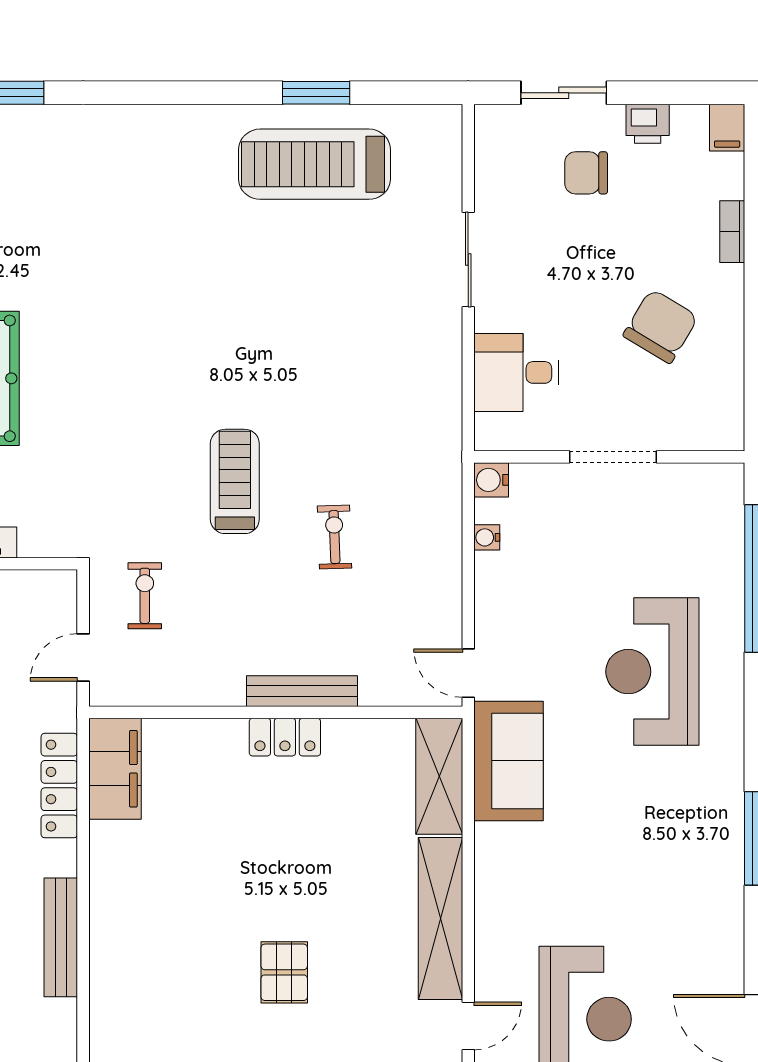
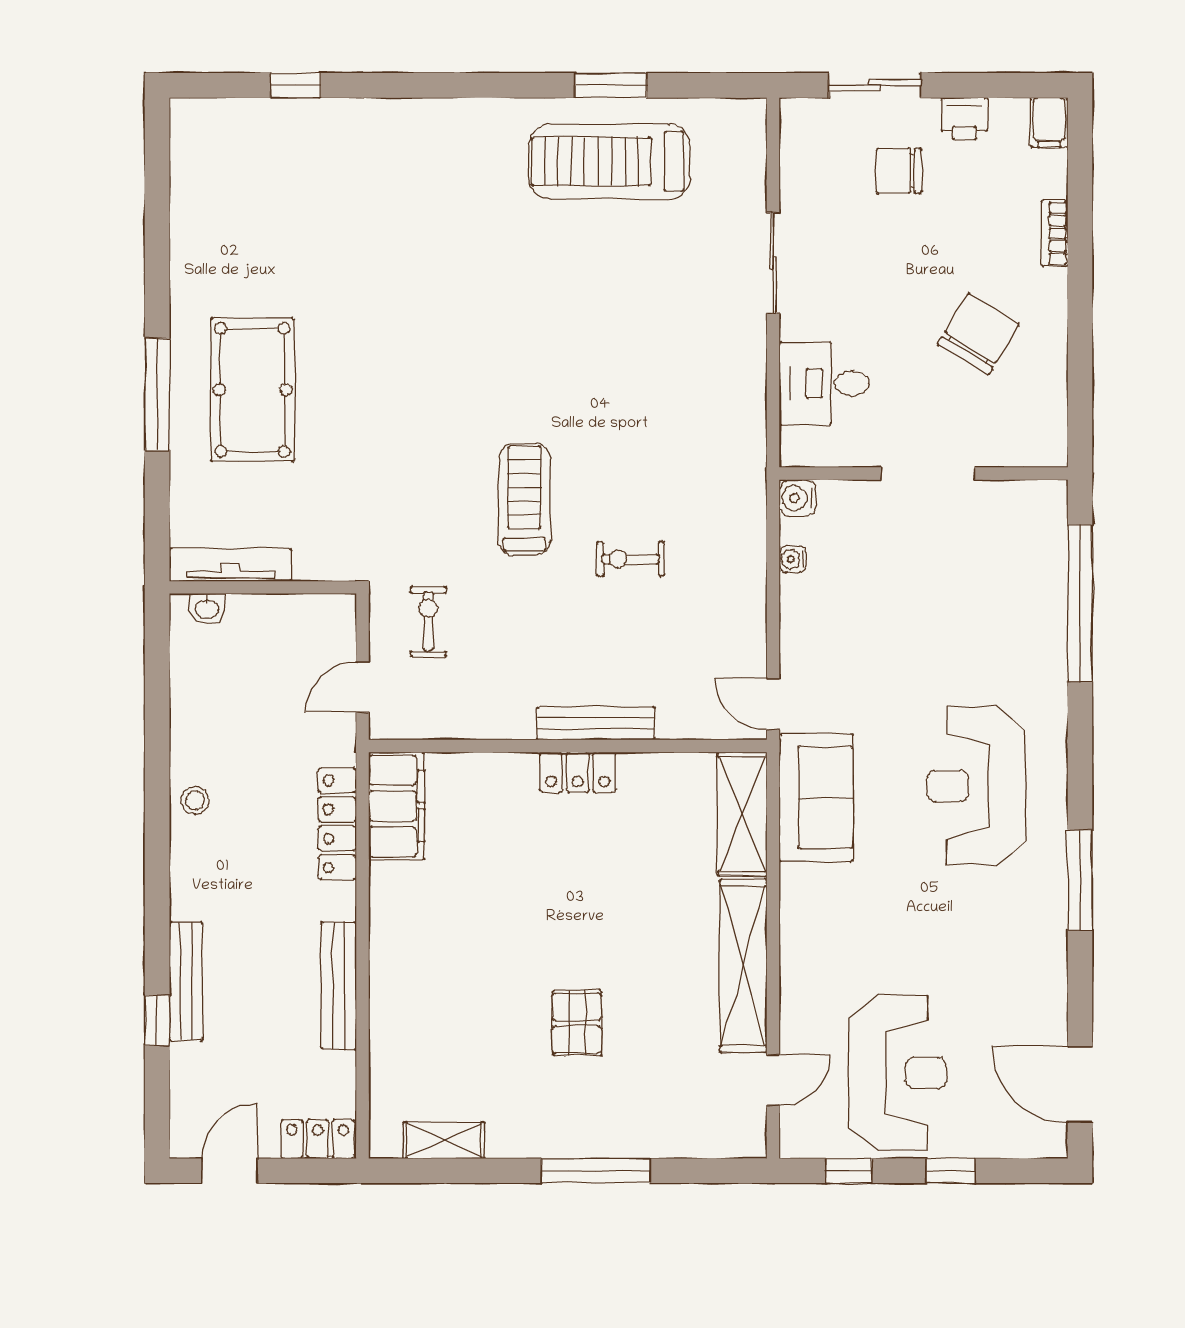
exercise bike: (335, 537) -> (631, 559), turned -88
reception desk: (652, 672) -> (976, 786), moved

